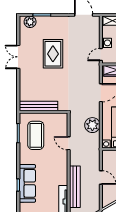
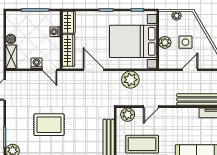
plant: (62, 123) -> (128, 115), added

